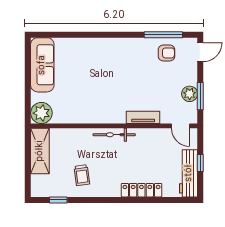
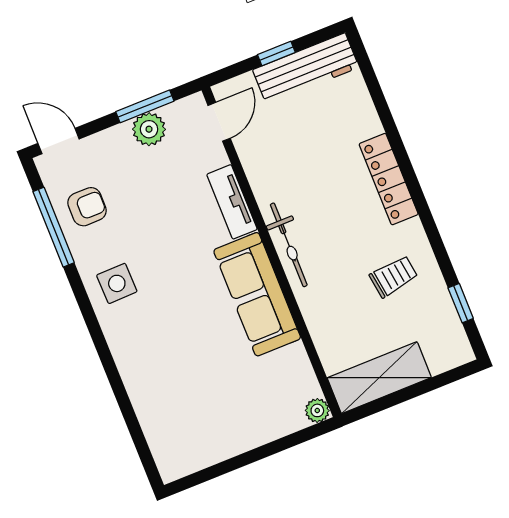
side table: (128, 52) -> (117, 283), added
armchair: (167, 53) -> (87, 207), turned 90
sofa: (42, 65) -> (257, 294), moved, turned -90
plant: (41, 113) -> (317, 410), width x0.53, depth x0.53
locker: (141, 190) -> (389, 179), moved

